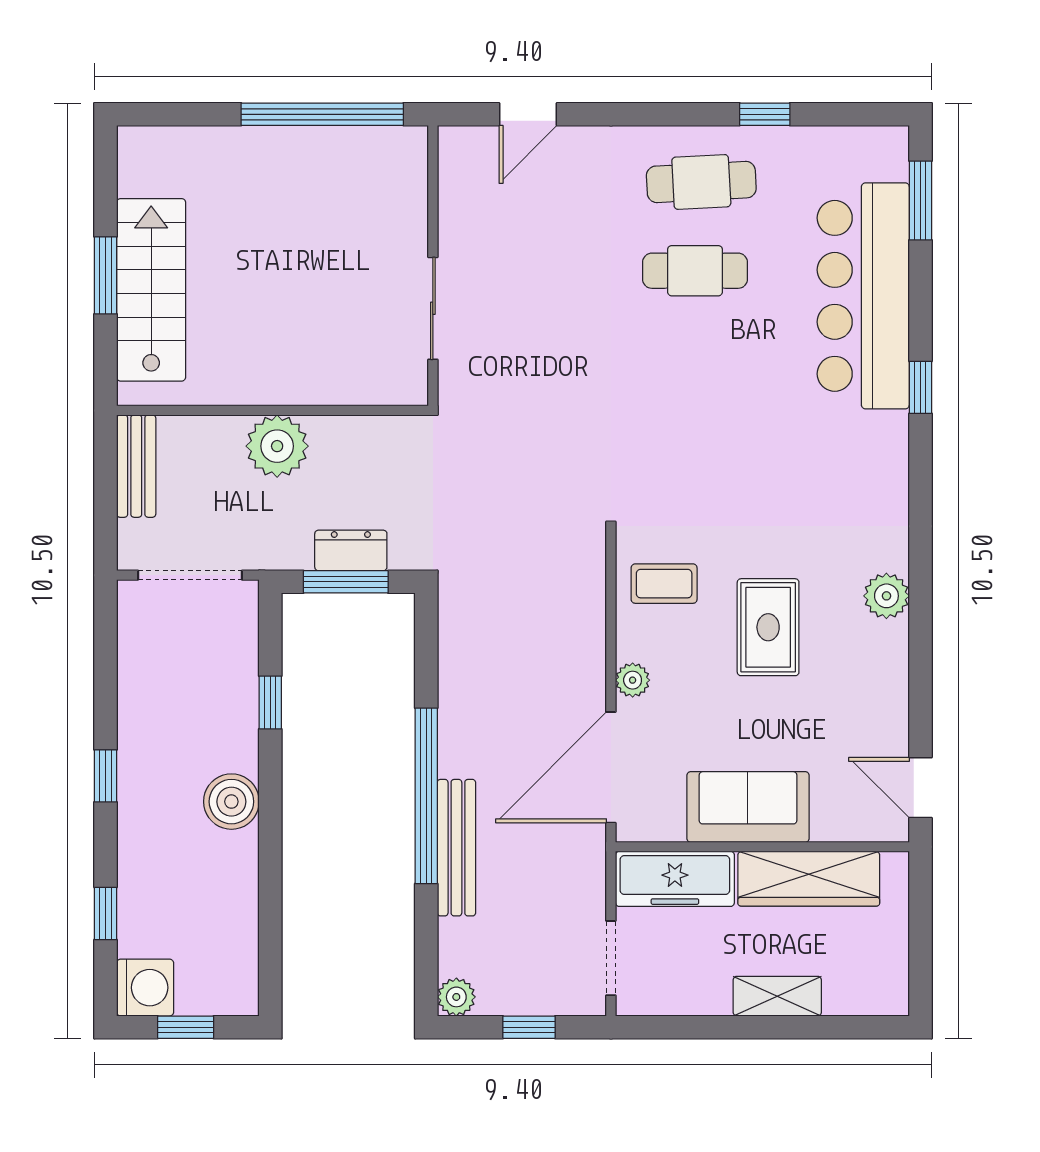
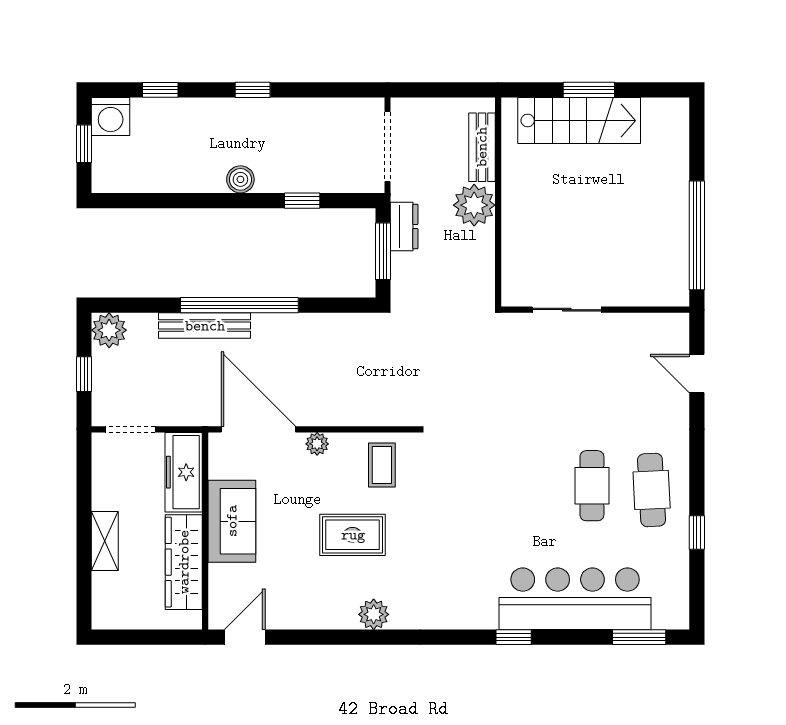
bench: (136, 466) -> (482, 147), moved, turned 90
dresser: (351, 550) -> (404, 227), moved
boiler: (231, 802) -> (240, 179), width x0.73, depth x0.73
plant: (456, 997) -> (109, 330), width x1.38, depth x1.38

